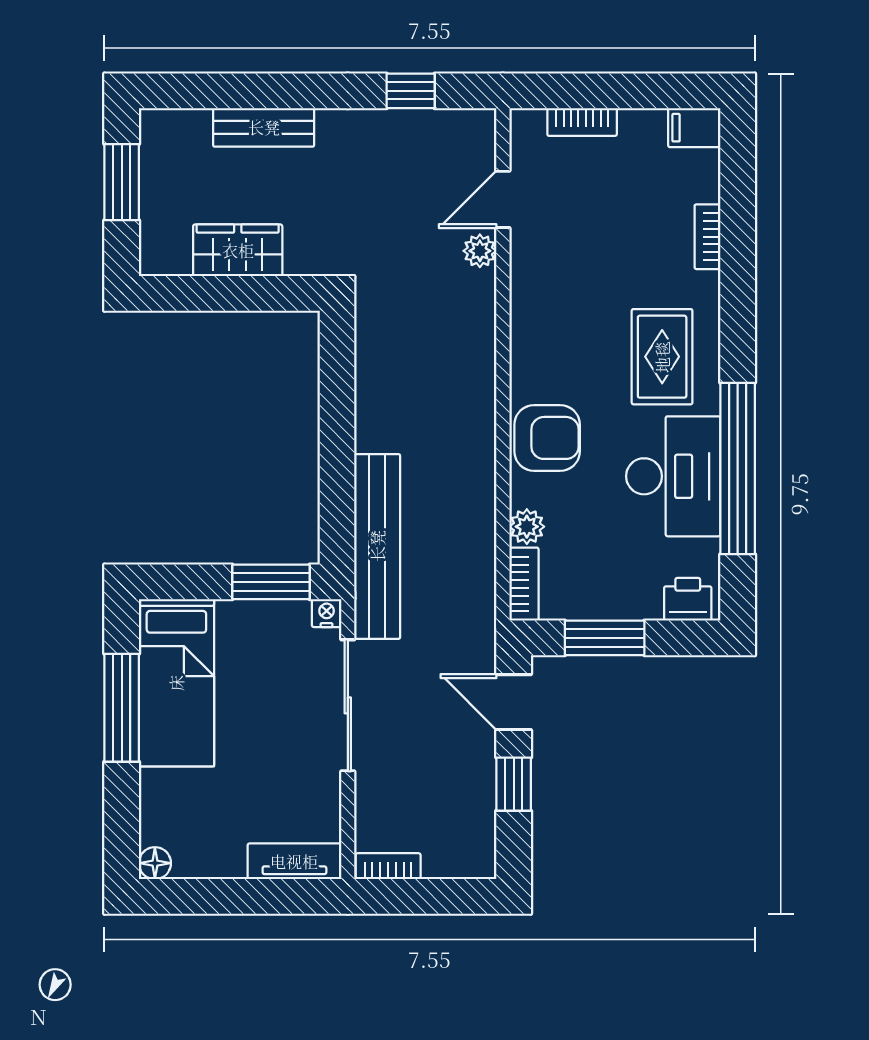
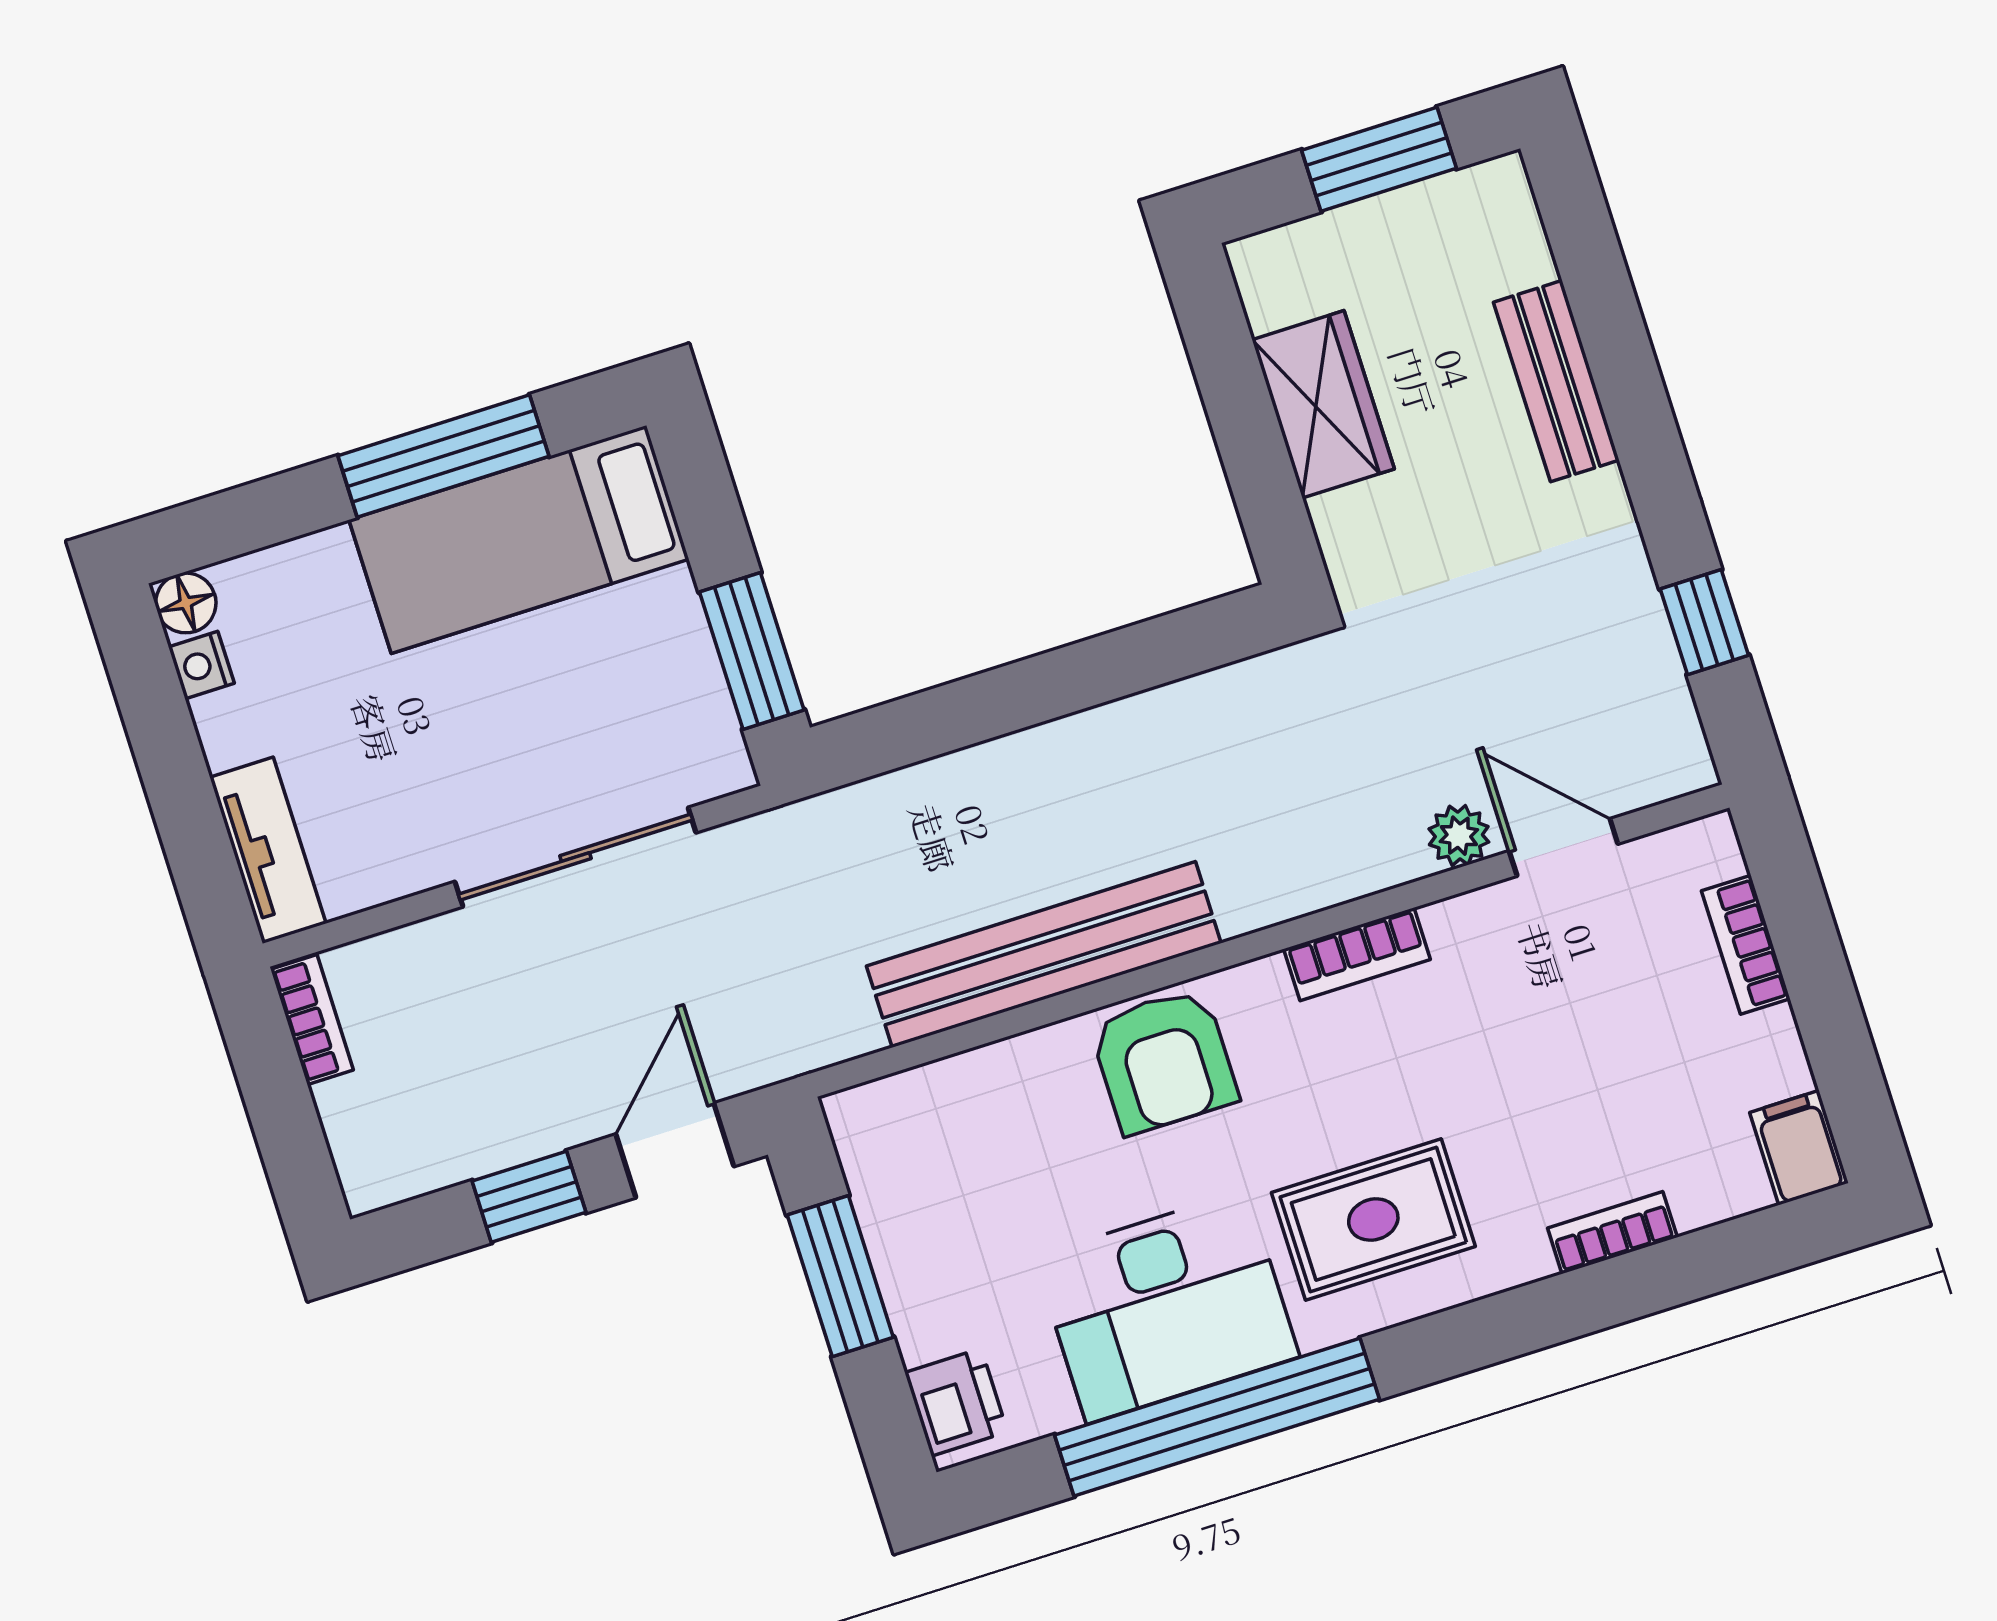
plant: (527, 527) -> (995, 1075), removed
bench: (377, 546) -> (1044, 955), moved
bookcase: (524, 584) -> (1357, 954), moved
nightstand: (327, 613) -> (201, 665), moved, turned 180

